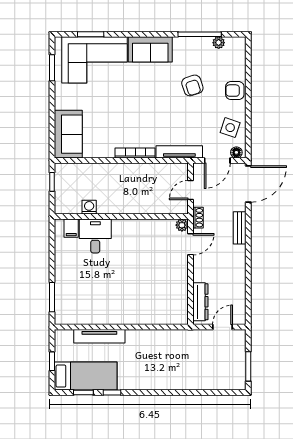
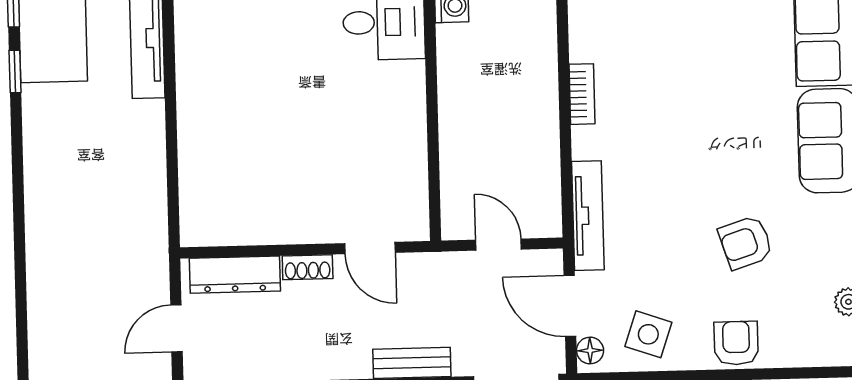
bookcase: (135, 153) -> (582, 94), width x0.64
shoe rack: (198, 218) -> (308, 267), moved
plant: (182, 225) -> (415, 226), removed
door: (222, 327) -> (176, 328), swing flipped

